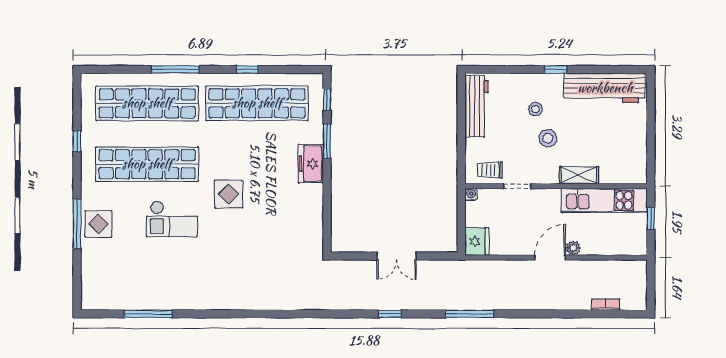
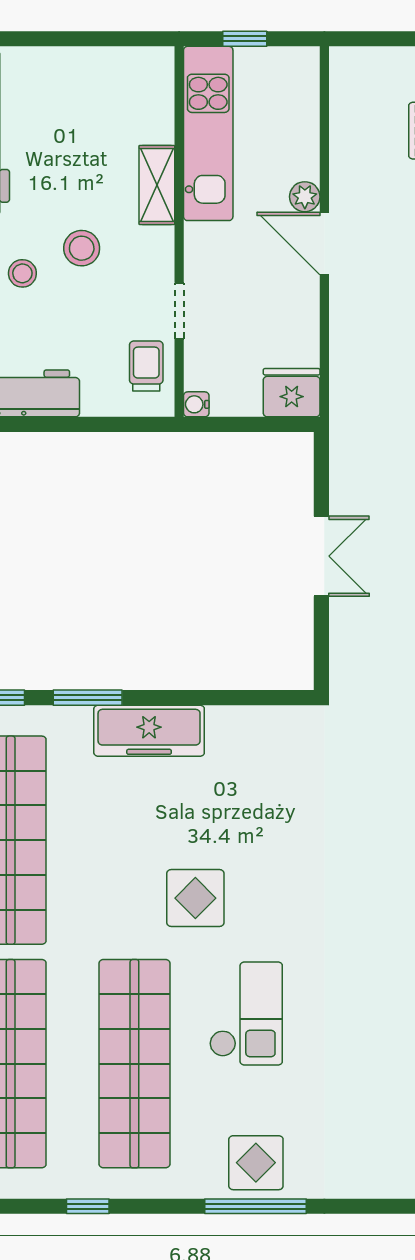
freezer: (311, 164) -> (149, 731), width x1.40
trolley: (490, 170) -> (146, 366), turned 180

